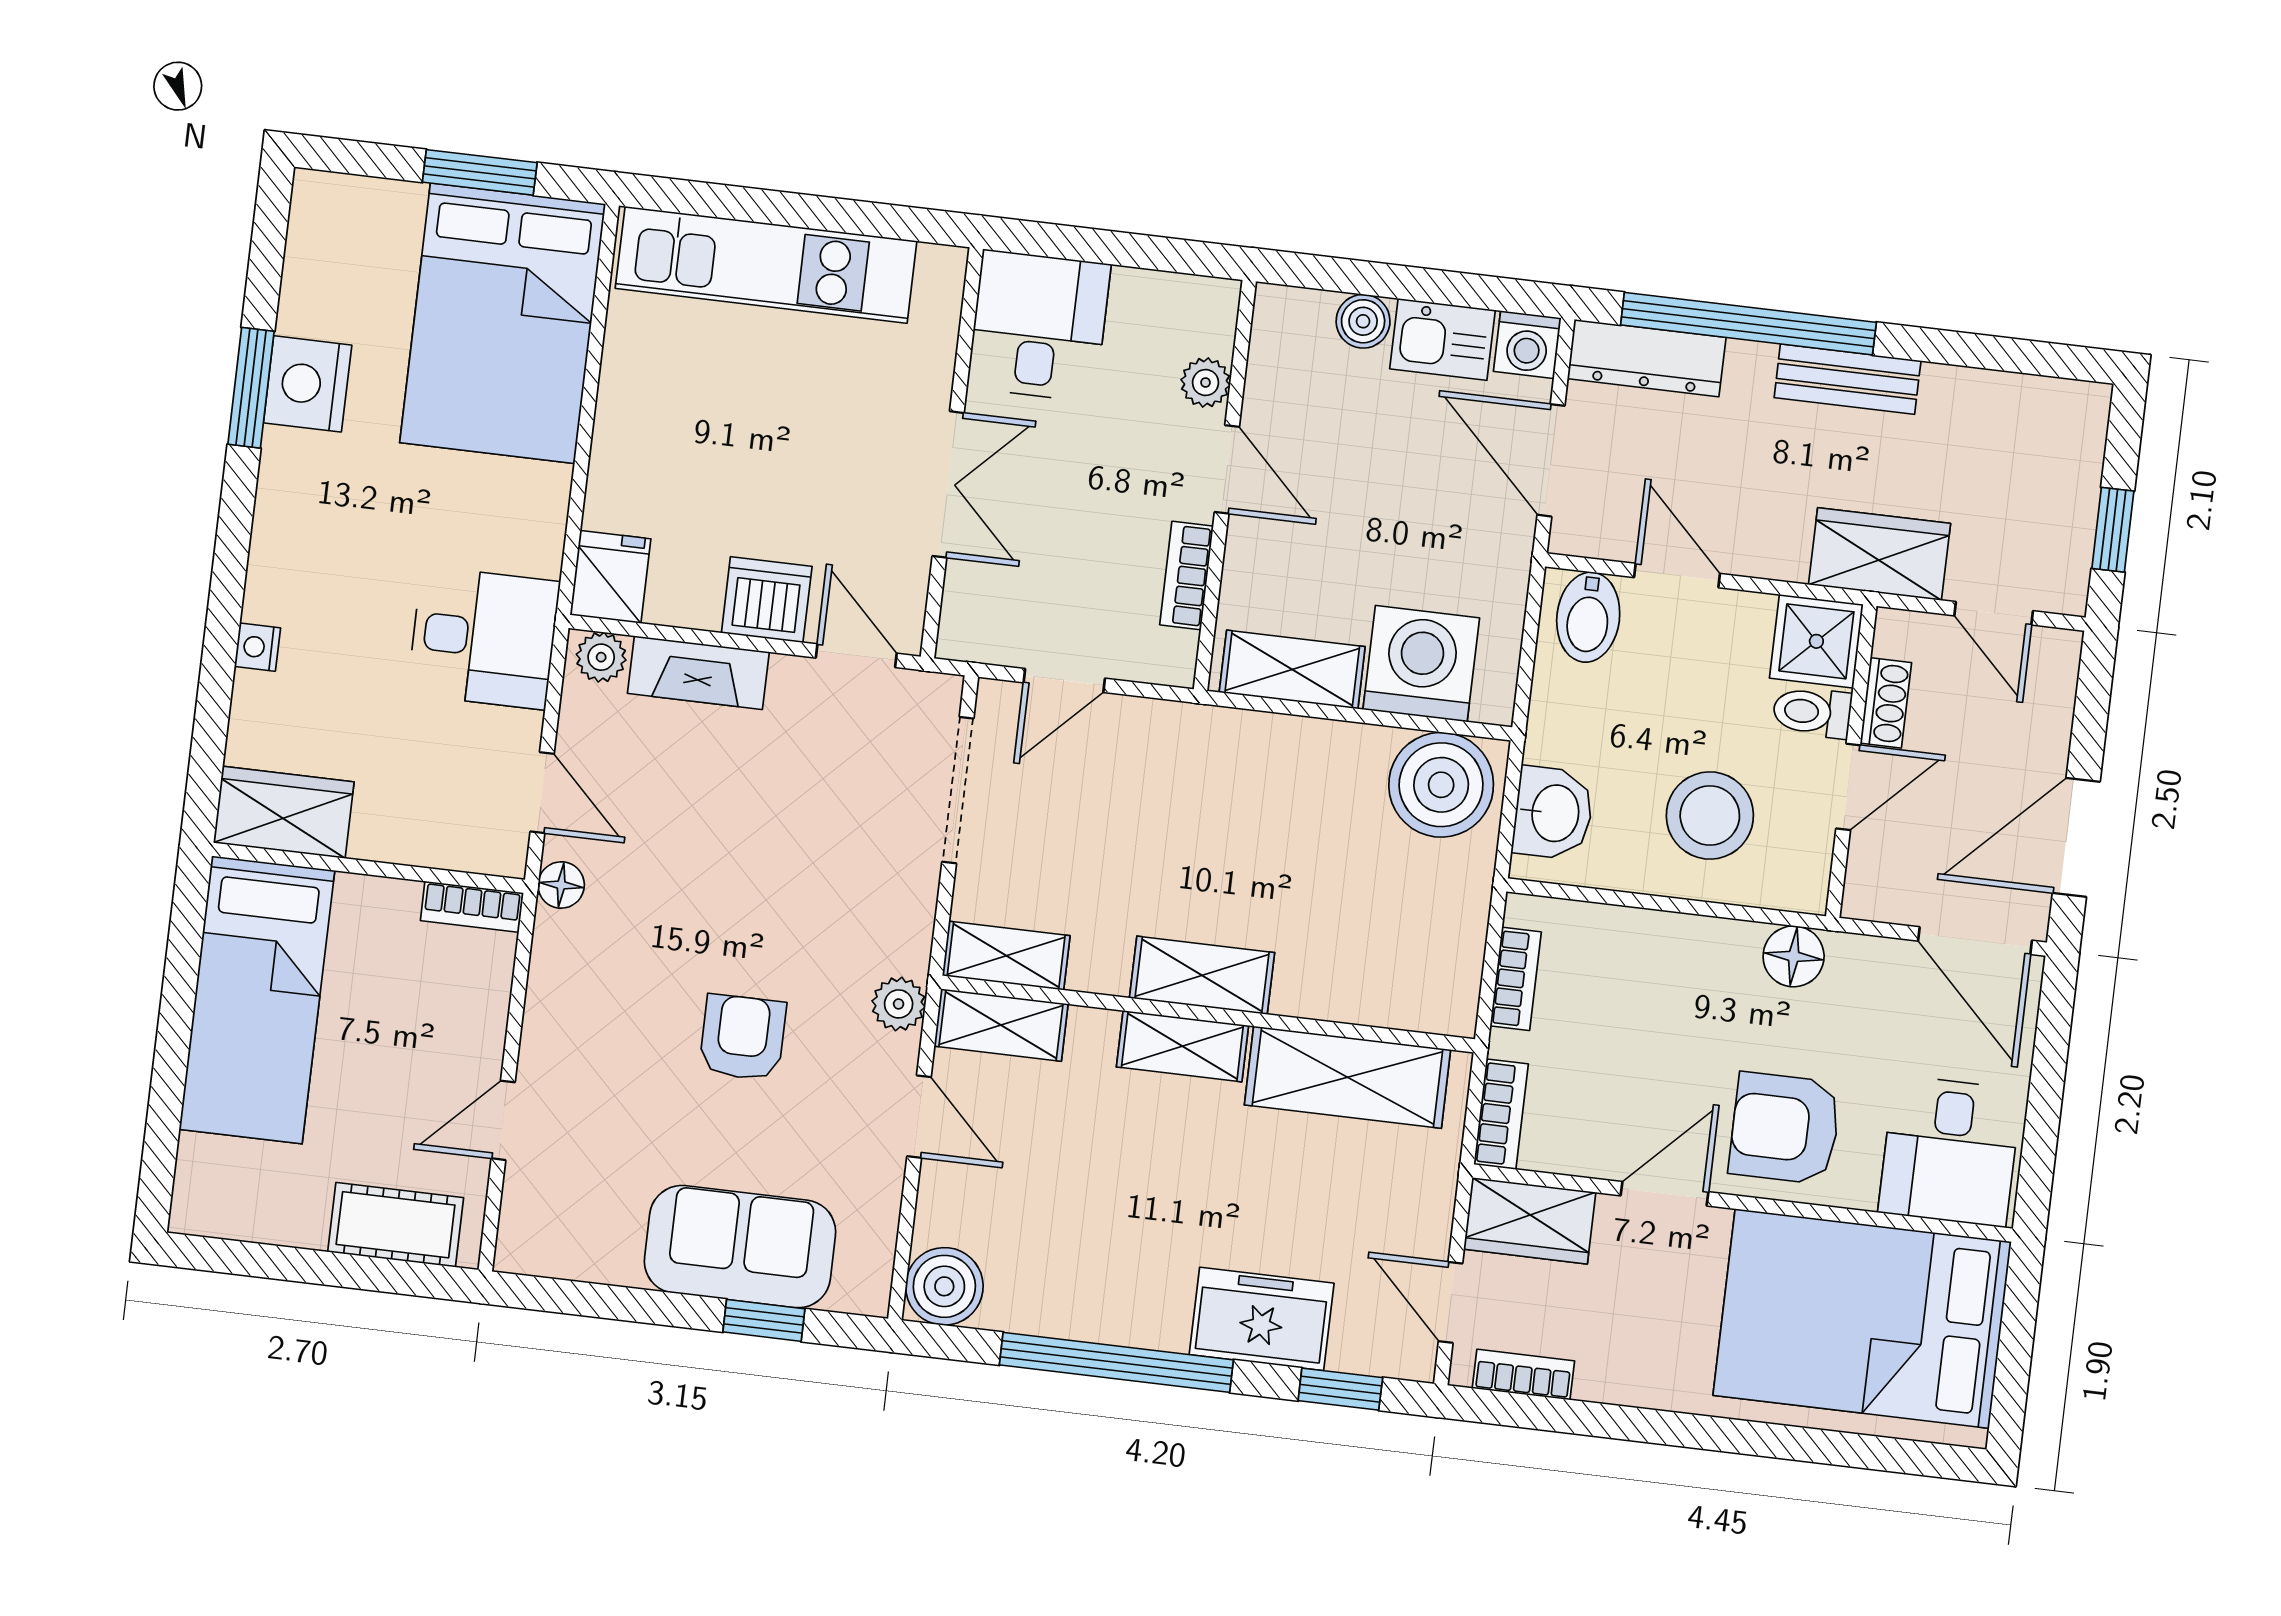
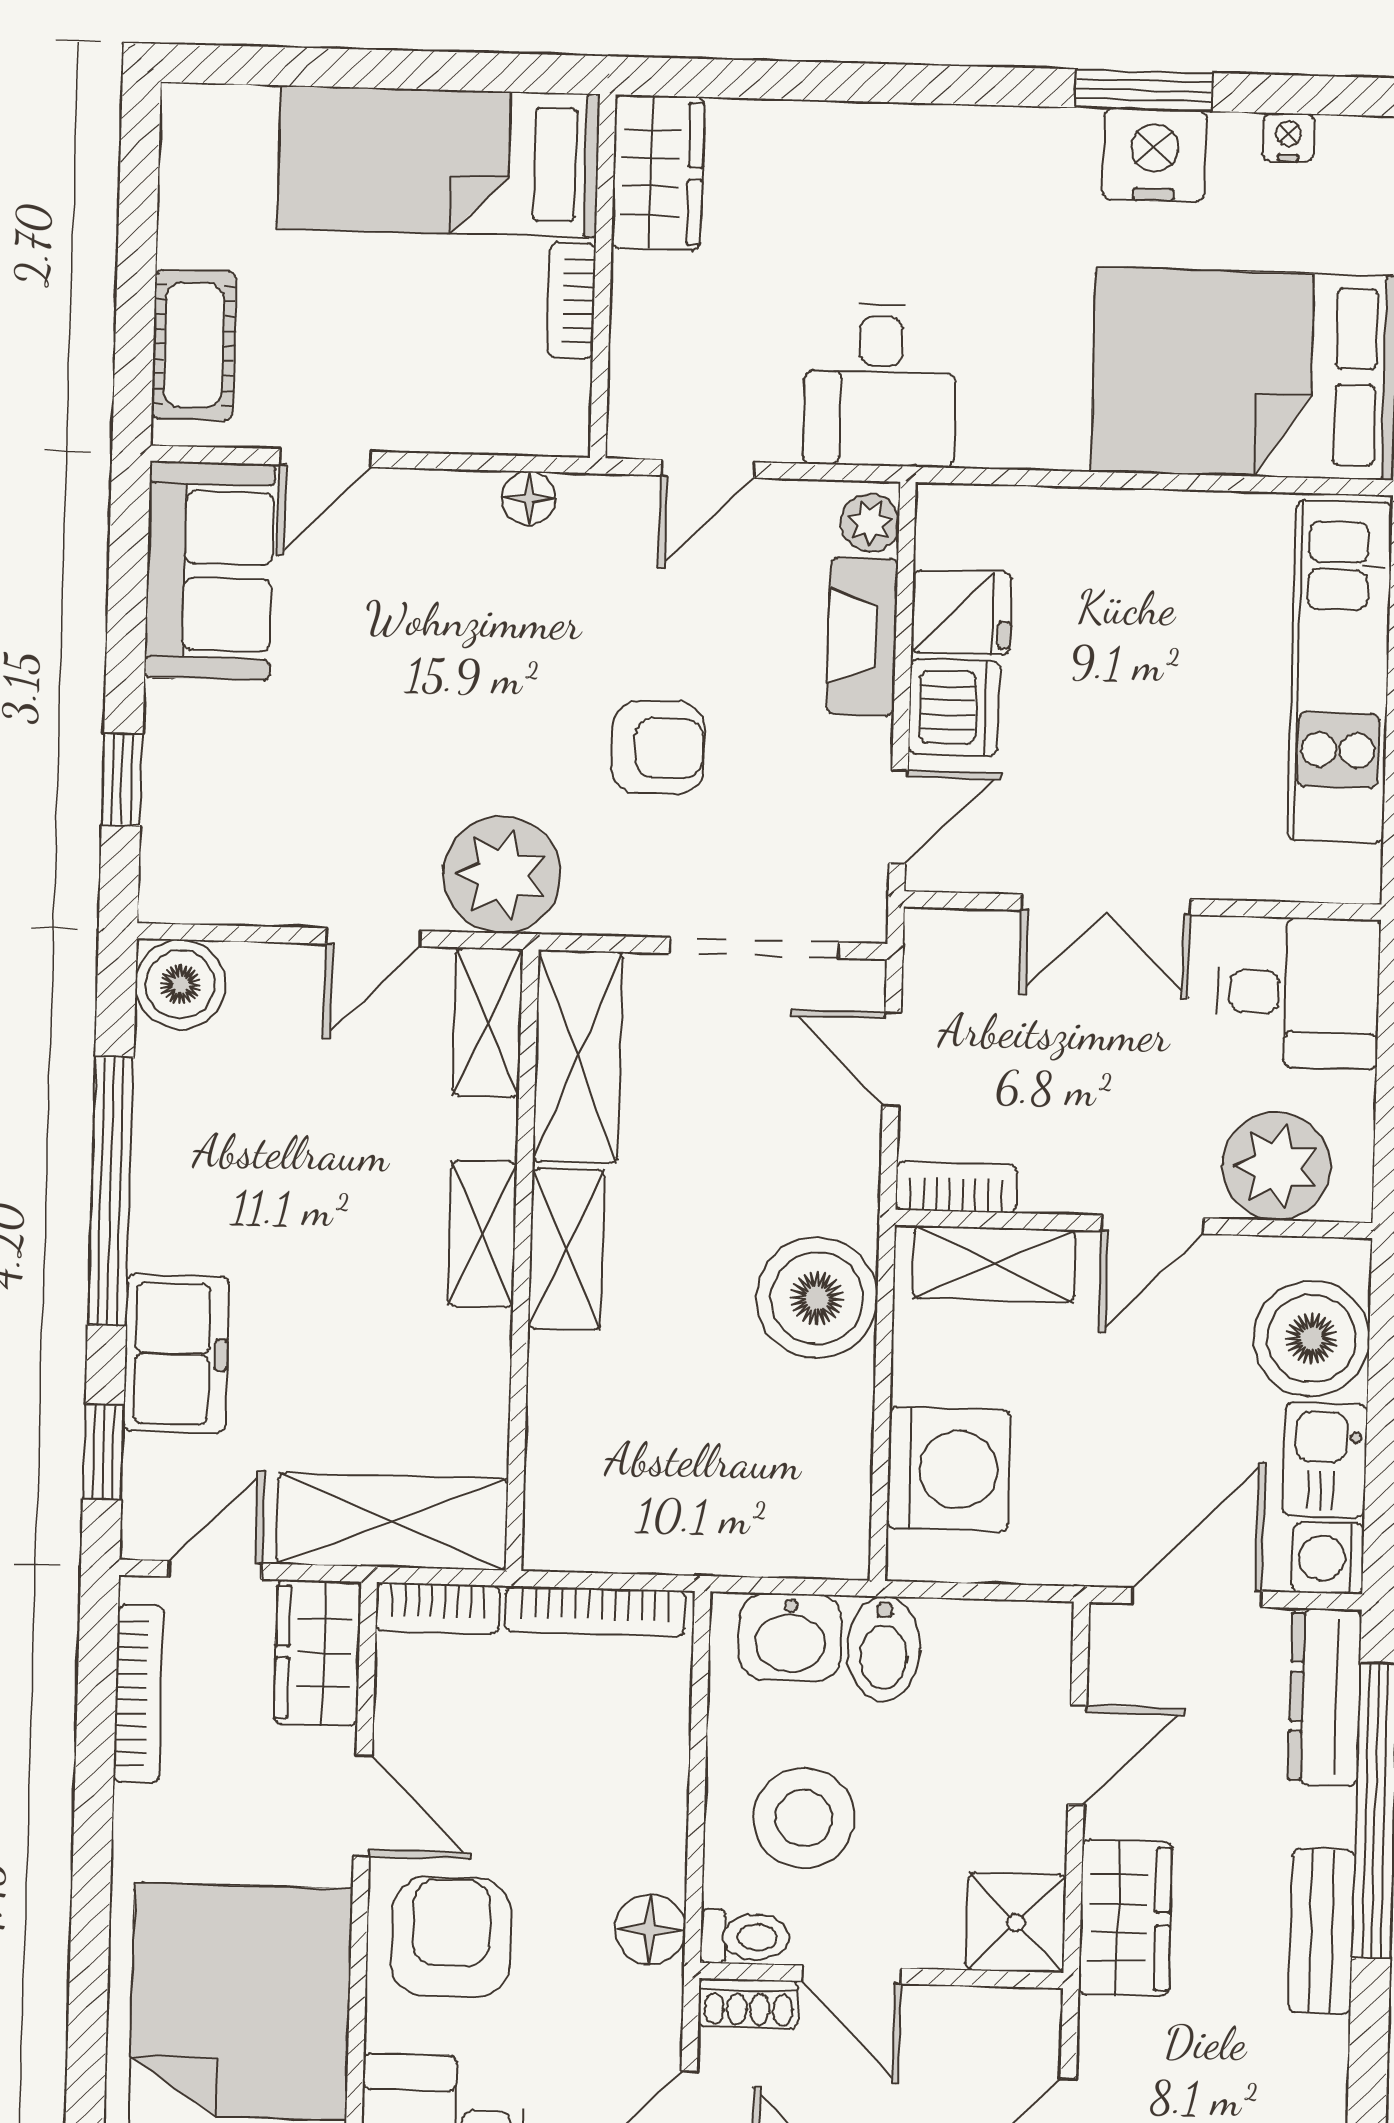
boiler: (1363, 321) -> (1311, 1339), width x1.86, depth x1.86
plant: (1206, 383) -> (1276, 1166), width x1.88, depth x1.88
wardrobe: (1880, 554) -> (1125, 1918), moved
bookcase: (1187, 575) -> (956, 1187), moved
fridge: (610, 577) -> (961, 613), moved
bidet: (1588, 617) -> (884, 1649), moved, turned -90
nightstand: (257, 647) -> (1289, 137), moved
shelving: (1292, 669) -> (994, 1264), moved, turned 90
shoe rack: (1886, 703) -> (748, 2004), moved
toilet: (1812, 712) -> (745, 1937), moved, turned 90
boiler: (1441, 785) -> (817, 1298), moved
floor lamp: (561, 885) -> (529, 498), moved
bookcase: (472, 907) -> (571, 301), moved
shelving: (1006, 956) -> (578, 1057), width x1.50, depth x1.33
bookcase: (1516, 979) -> (595, 1611), width x1.56
plant: (899, 1004) -> (502, 875), width x1.88, depth x1.88
armchair: (743, 1037) -> (658, 748), moved
shelving: (1348, 1077) -> (392, 1521), moved, turned 90
door: (503, 1120) -> (326, 458), swing flipped
sofa: (740, 1247) -> (210, 571), moved
bookcase: (1523, 1375) -> (138, 1694), width x1.56

